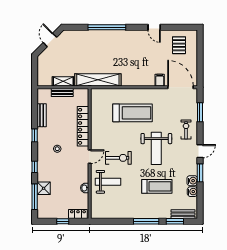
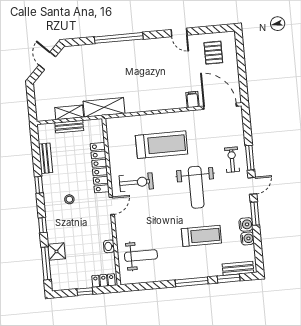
shelving: (98, 80) -> (104, 107), width x0.68
window: (200, 112) -> (250, 158), moved
exercise bike: (118, 158) -> (136, 182), moved
weight bench: (108, 182) -> (141, 256), moved

